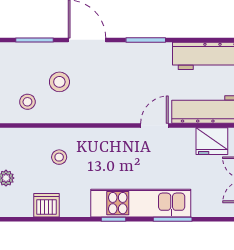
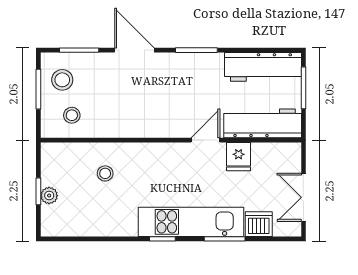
stool: (59, 82) -> (62, 80), moved
fridge: (212, 141) -> (239, 157), moved, width x0.72
dishwasher: (47, 205) -> (259, 224), moved

